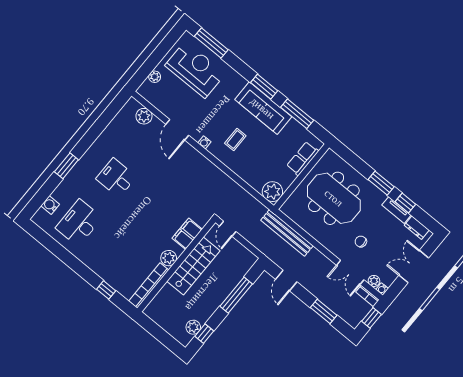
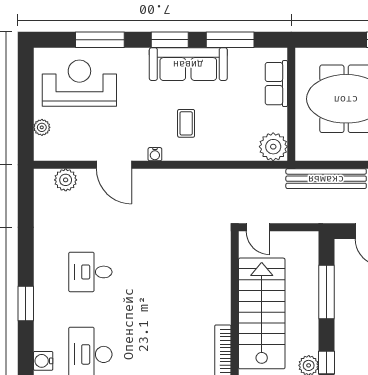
window: (211, 43) -> (100, 40), moved
filing cabinet: (187, 234) -> (218, 269), removed
plant: (169, 258) -> (220, 312), removed
stairs: (193, 266) -> (262, 313), width x1.36, depth x1.51

